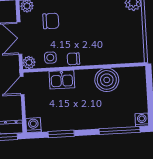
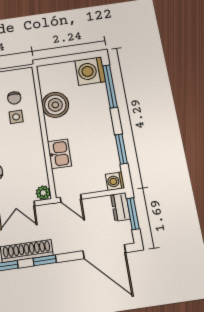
side table: (50, 58) -> (16, 117), moved
chair: (73, 59) -> (14, 98), moved
washing machine: (142, 120) -> (90, 71), width x1.89, depth x1.89

